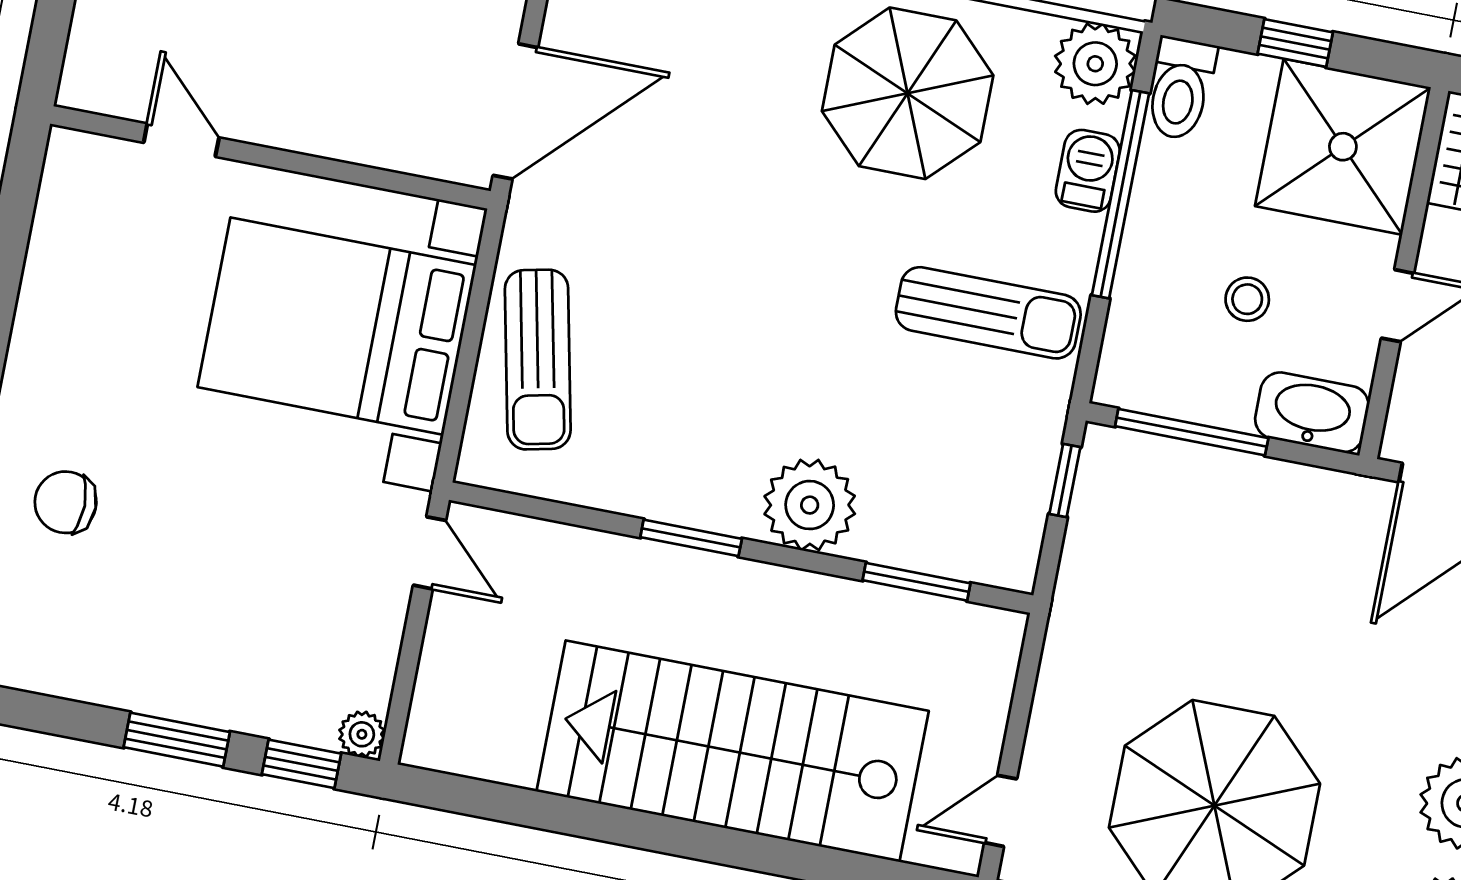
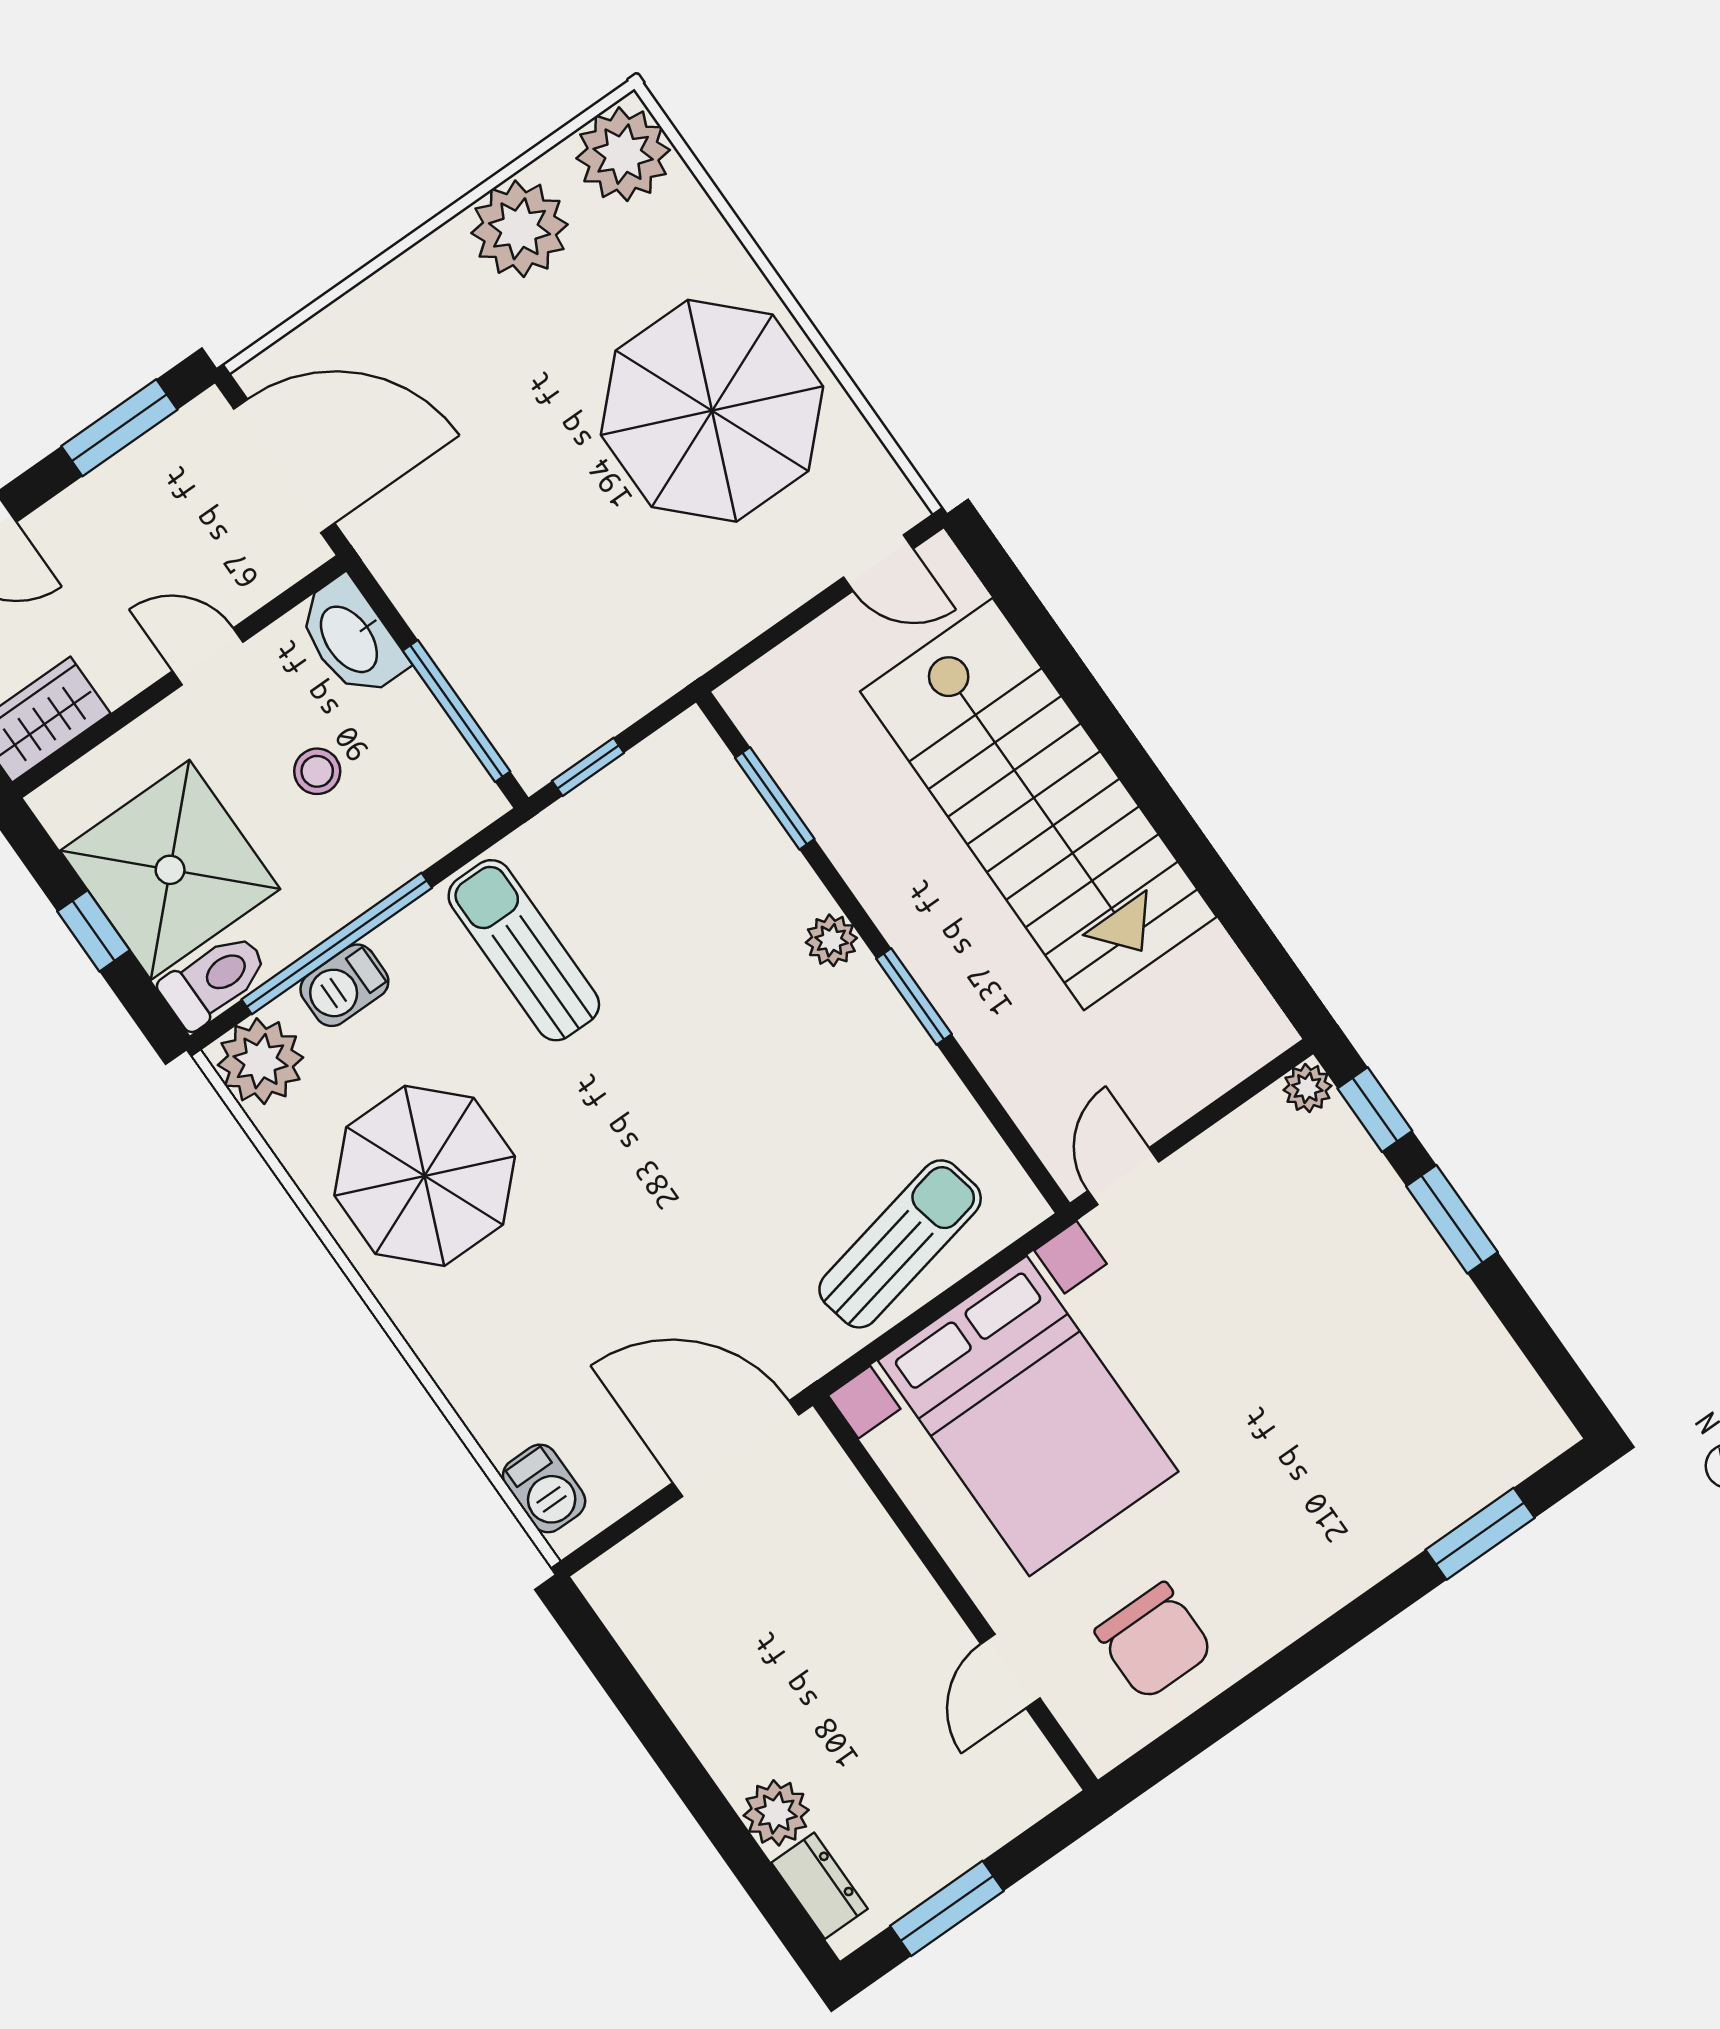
shower: (1343, 147) -> (170, 870), moved
chair: (66, 502) -> (1154, 1641), moved, width x1.37, depth x1.37
plant: (810, 505) -> (831, 940), width x0.53, depth x0.53

